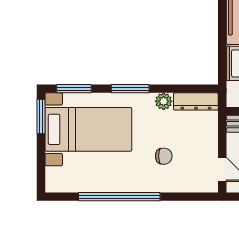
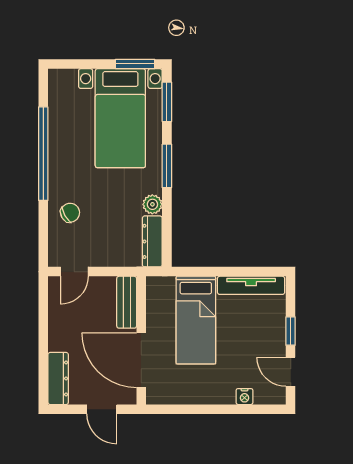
chair: (164, 156) -> (70, 213), moved, turned -119

